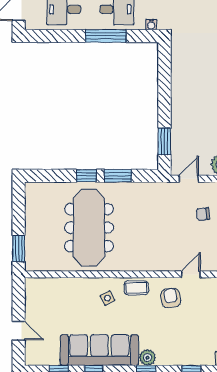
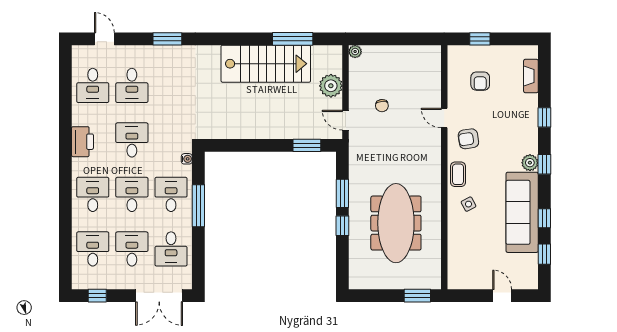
meeting table: (89, 228) -> (396, 223), turned 90
door: (19, 331) -> (502, 296), hinge flipped

